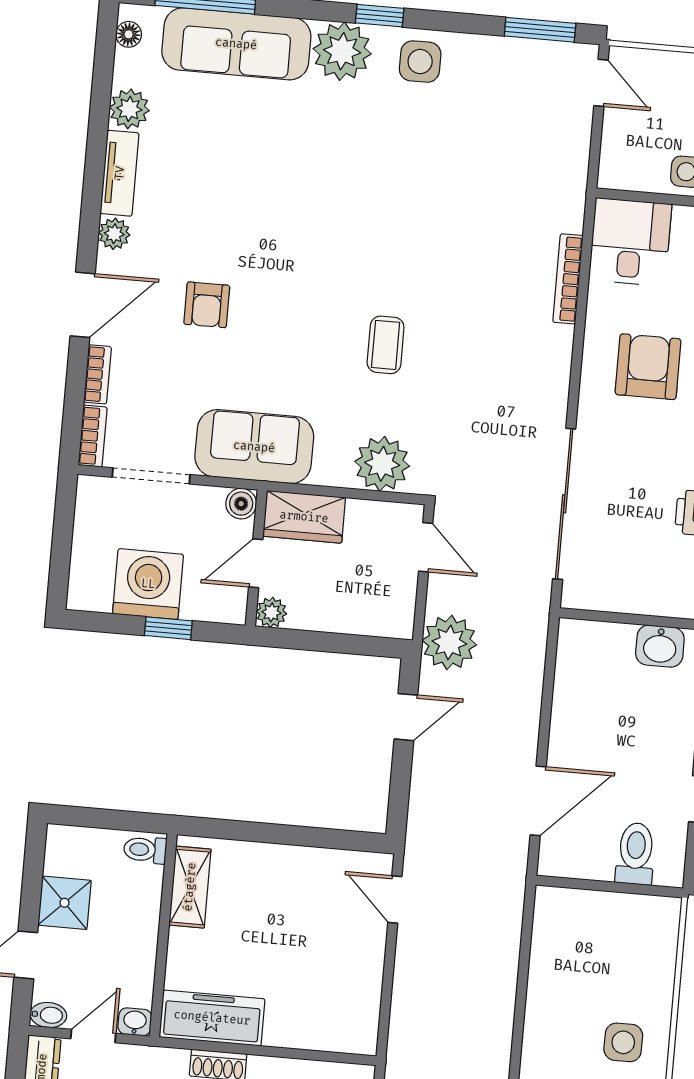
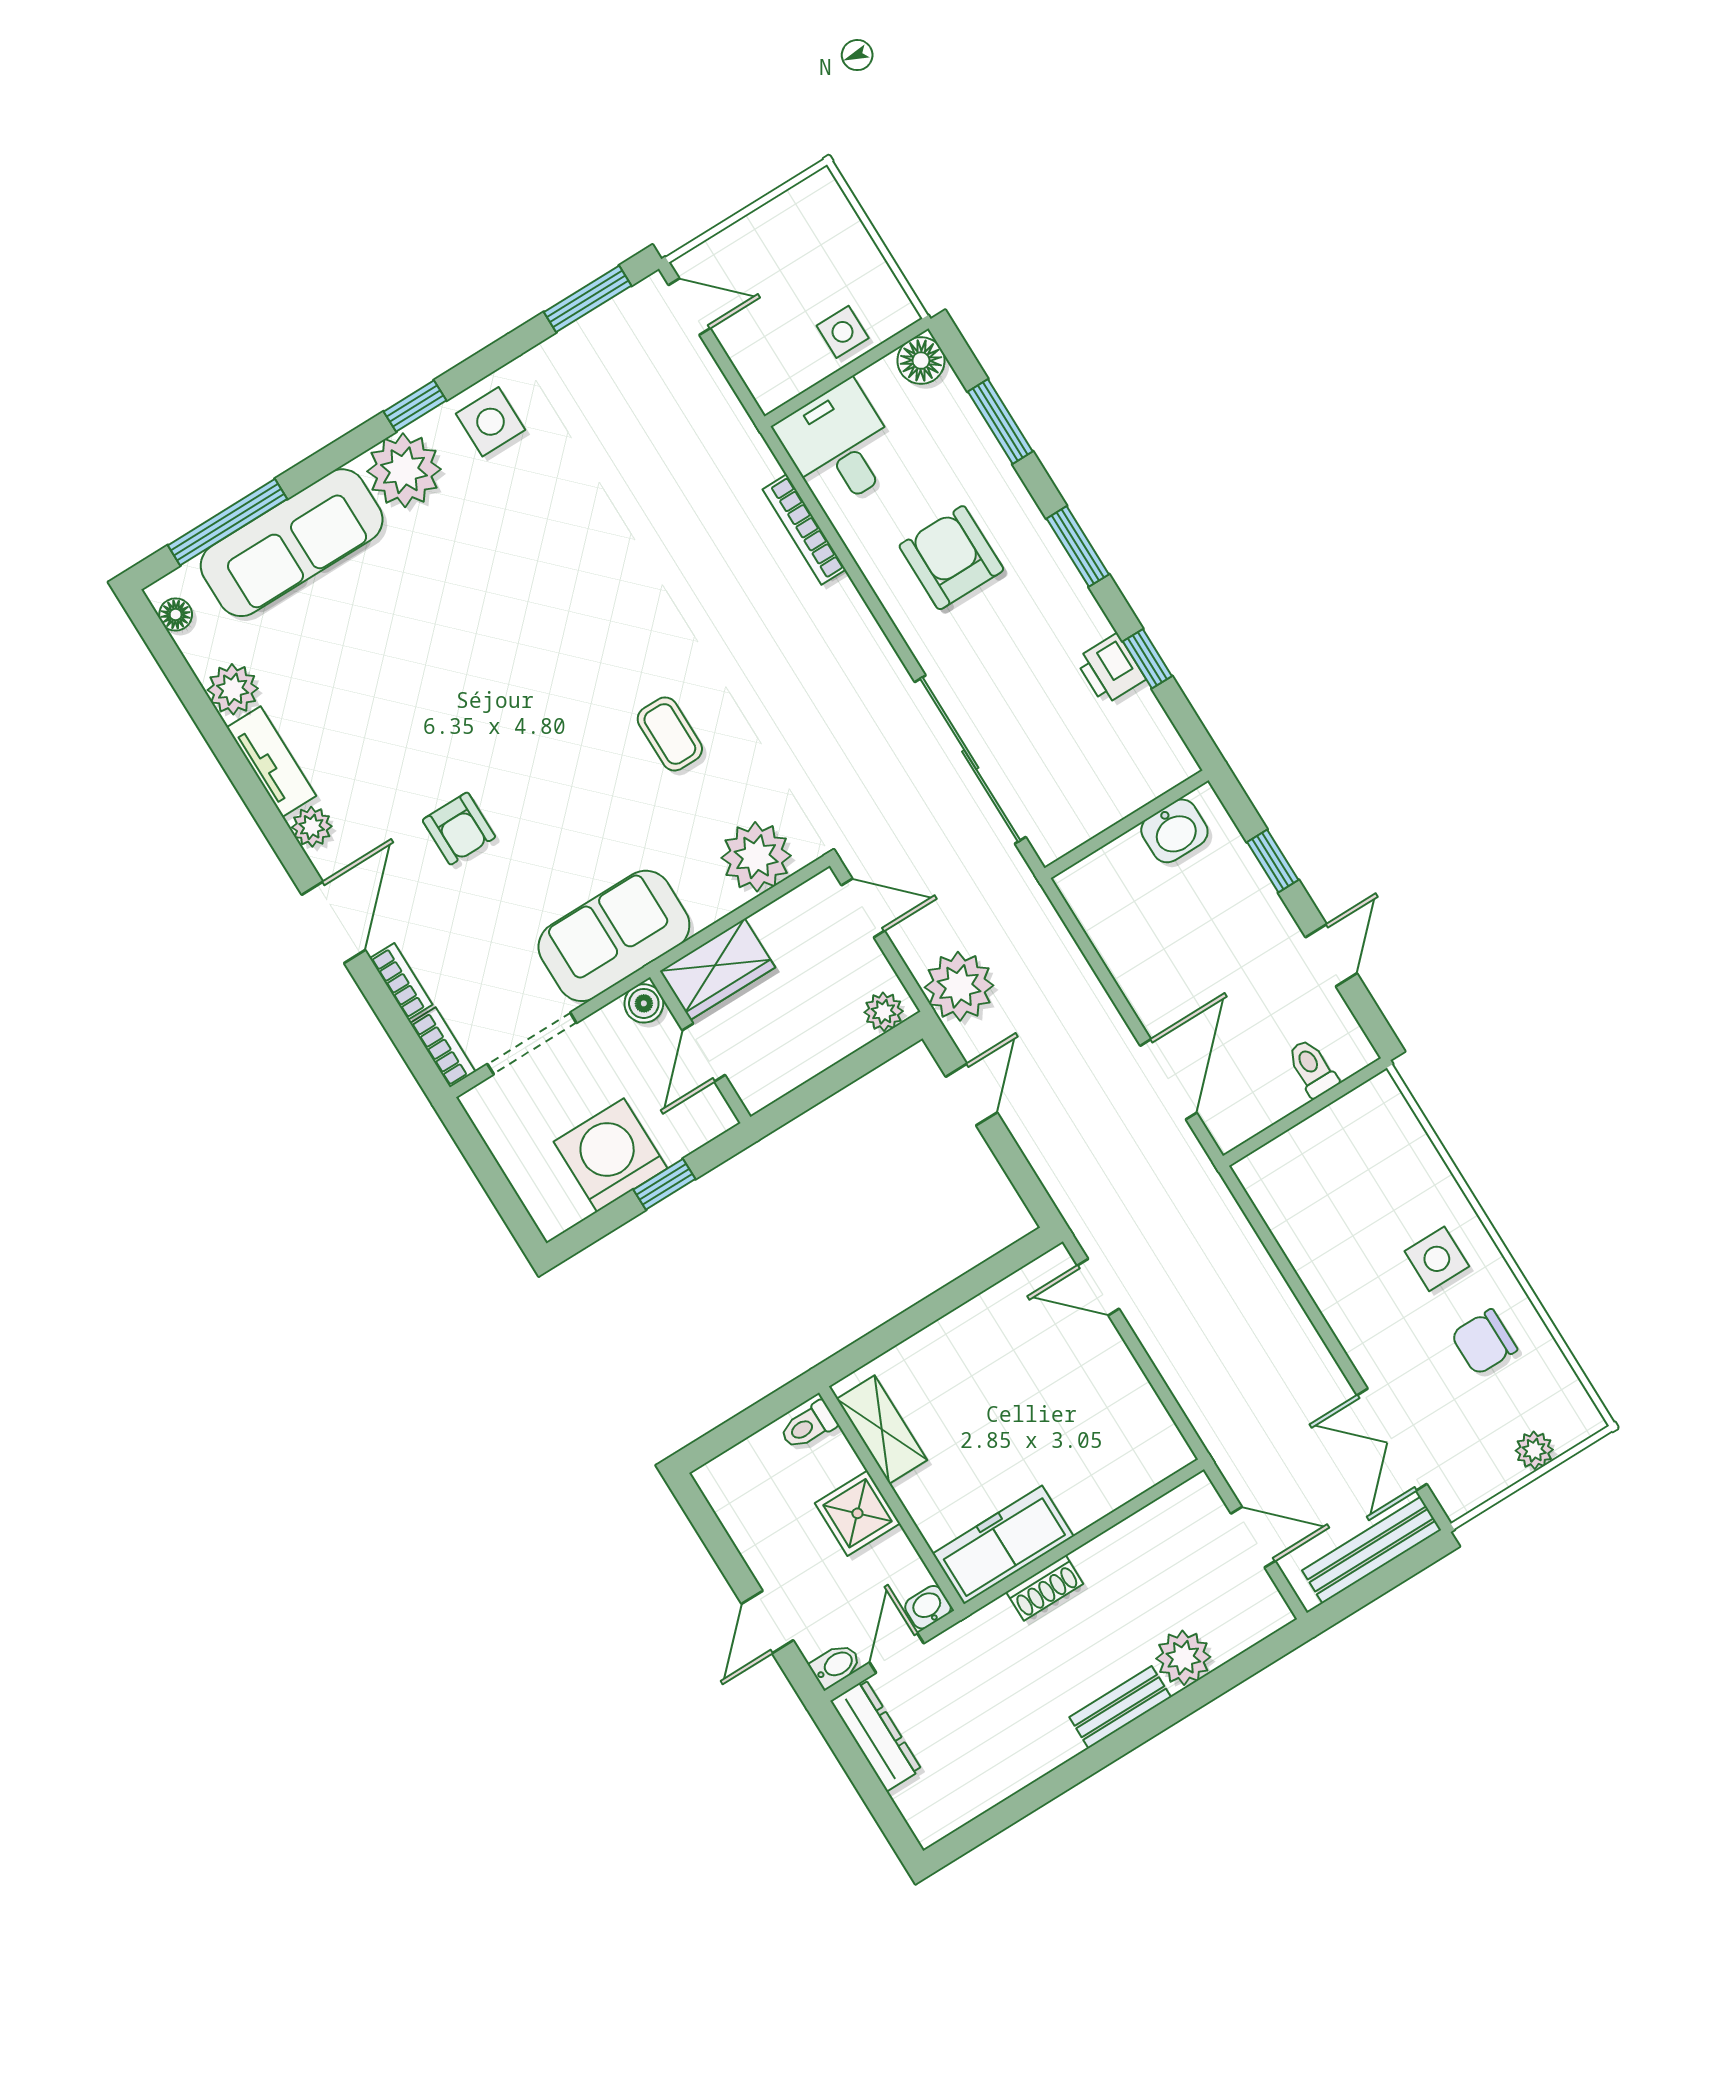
plant: (271, 612) -> (884, 1012), moved
toilet: (635, 854) -> (1312, 1068), width x0.73, depth x0.72
shower: (65, 903) -> (857, 1513), moved

